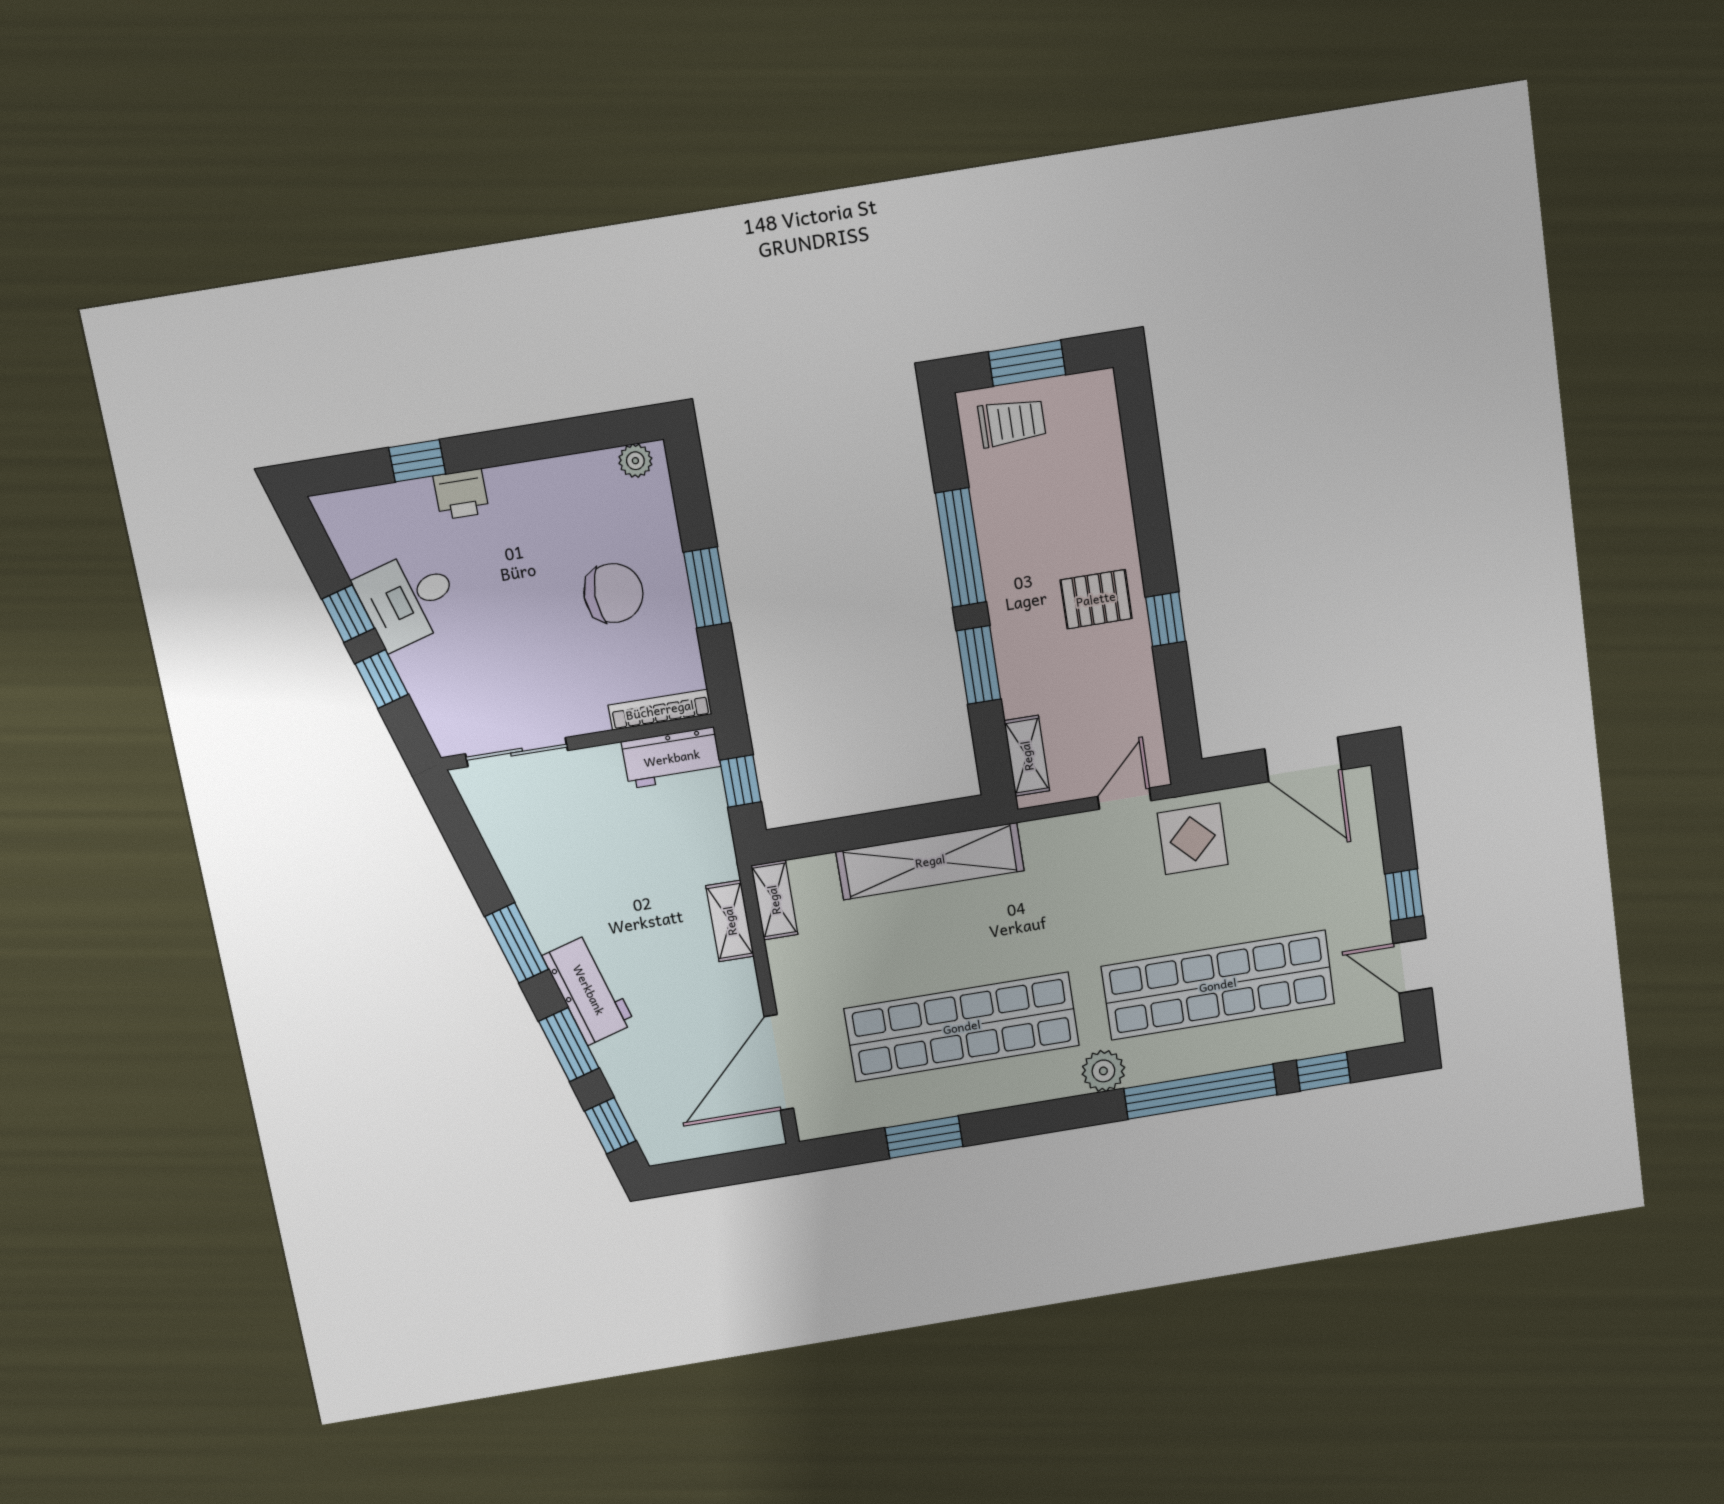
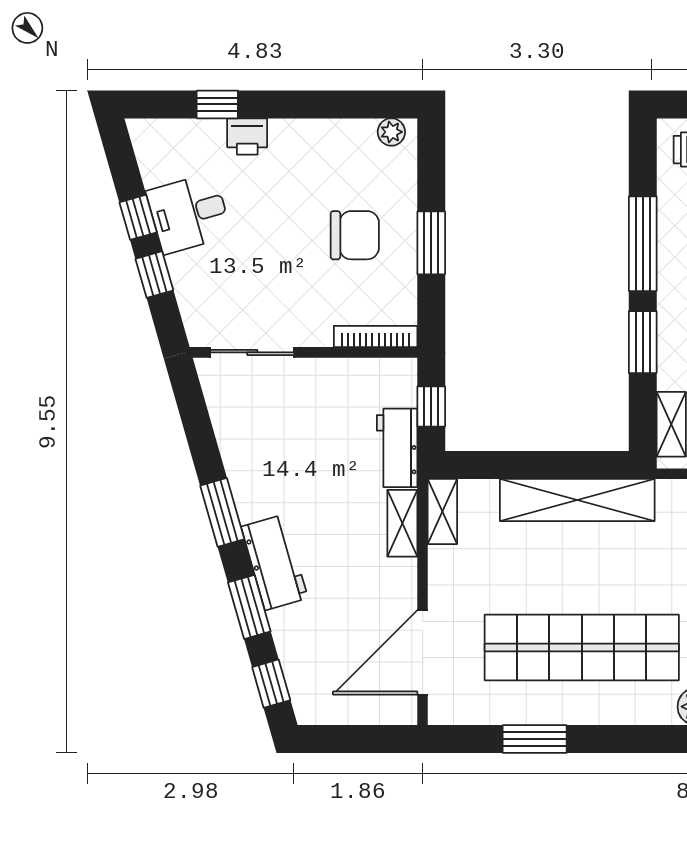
workbench: (672, 758) -> (397, 448), moved, turned 90

